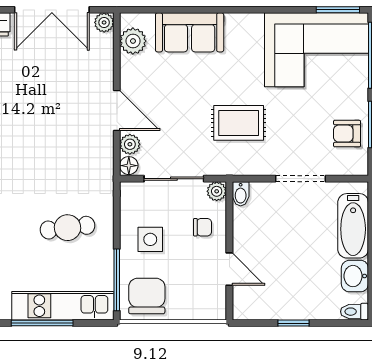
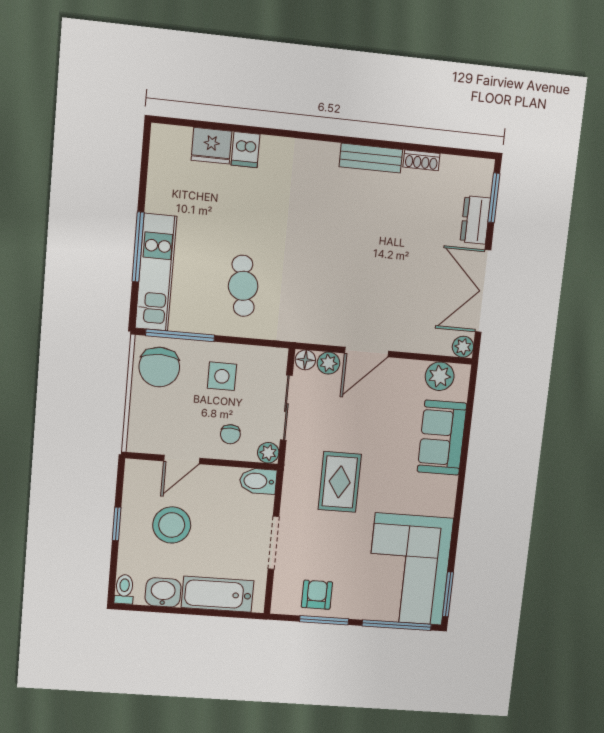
bidet: (241, 194) -> (258, 481), width x1.38, depth x1.36
stool: (291, 273) -> (172, 525), added
chair: (147, 296) -> (159, 367), turned 90

